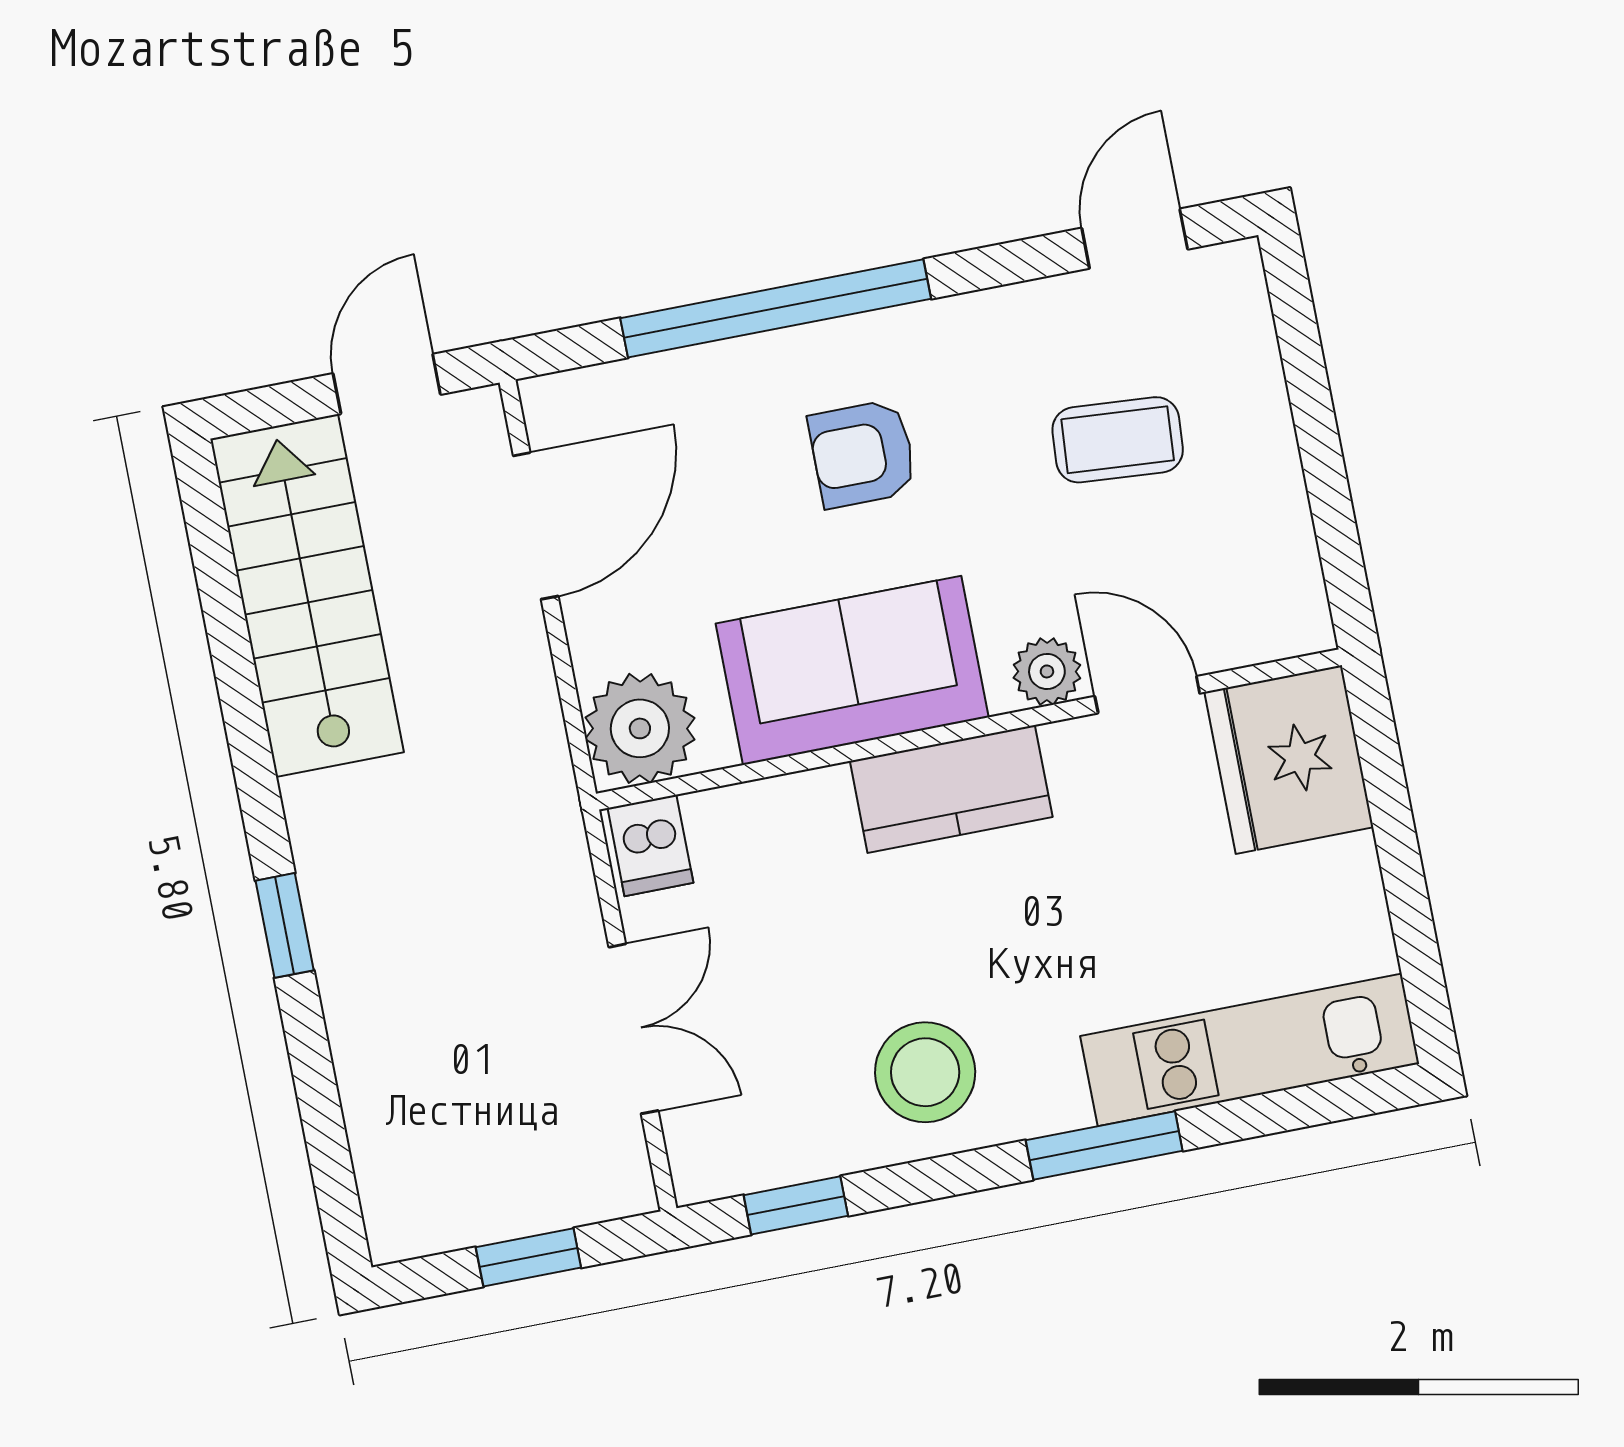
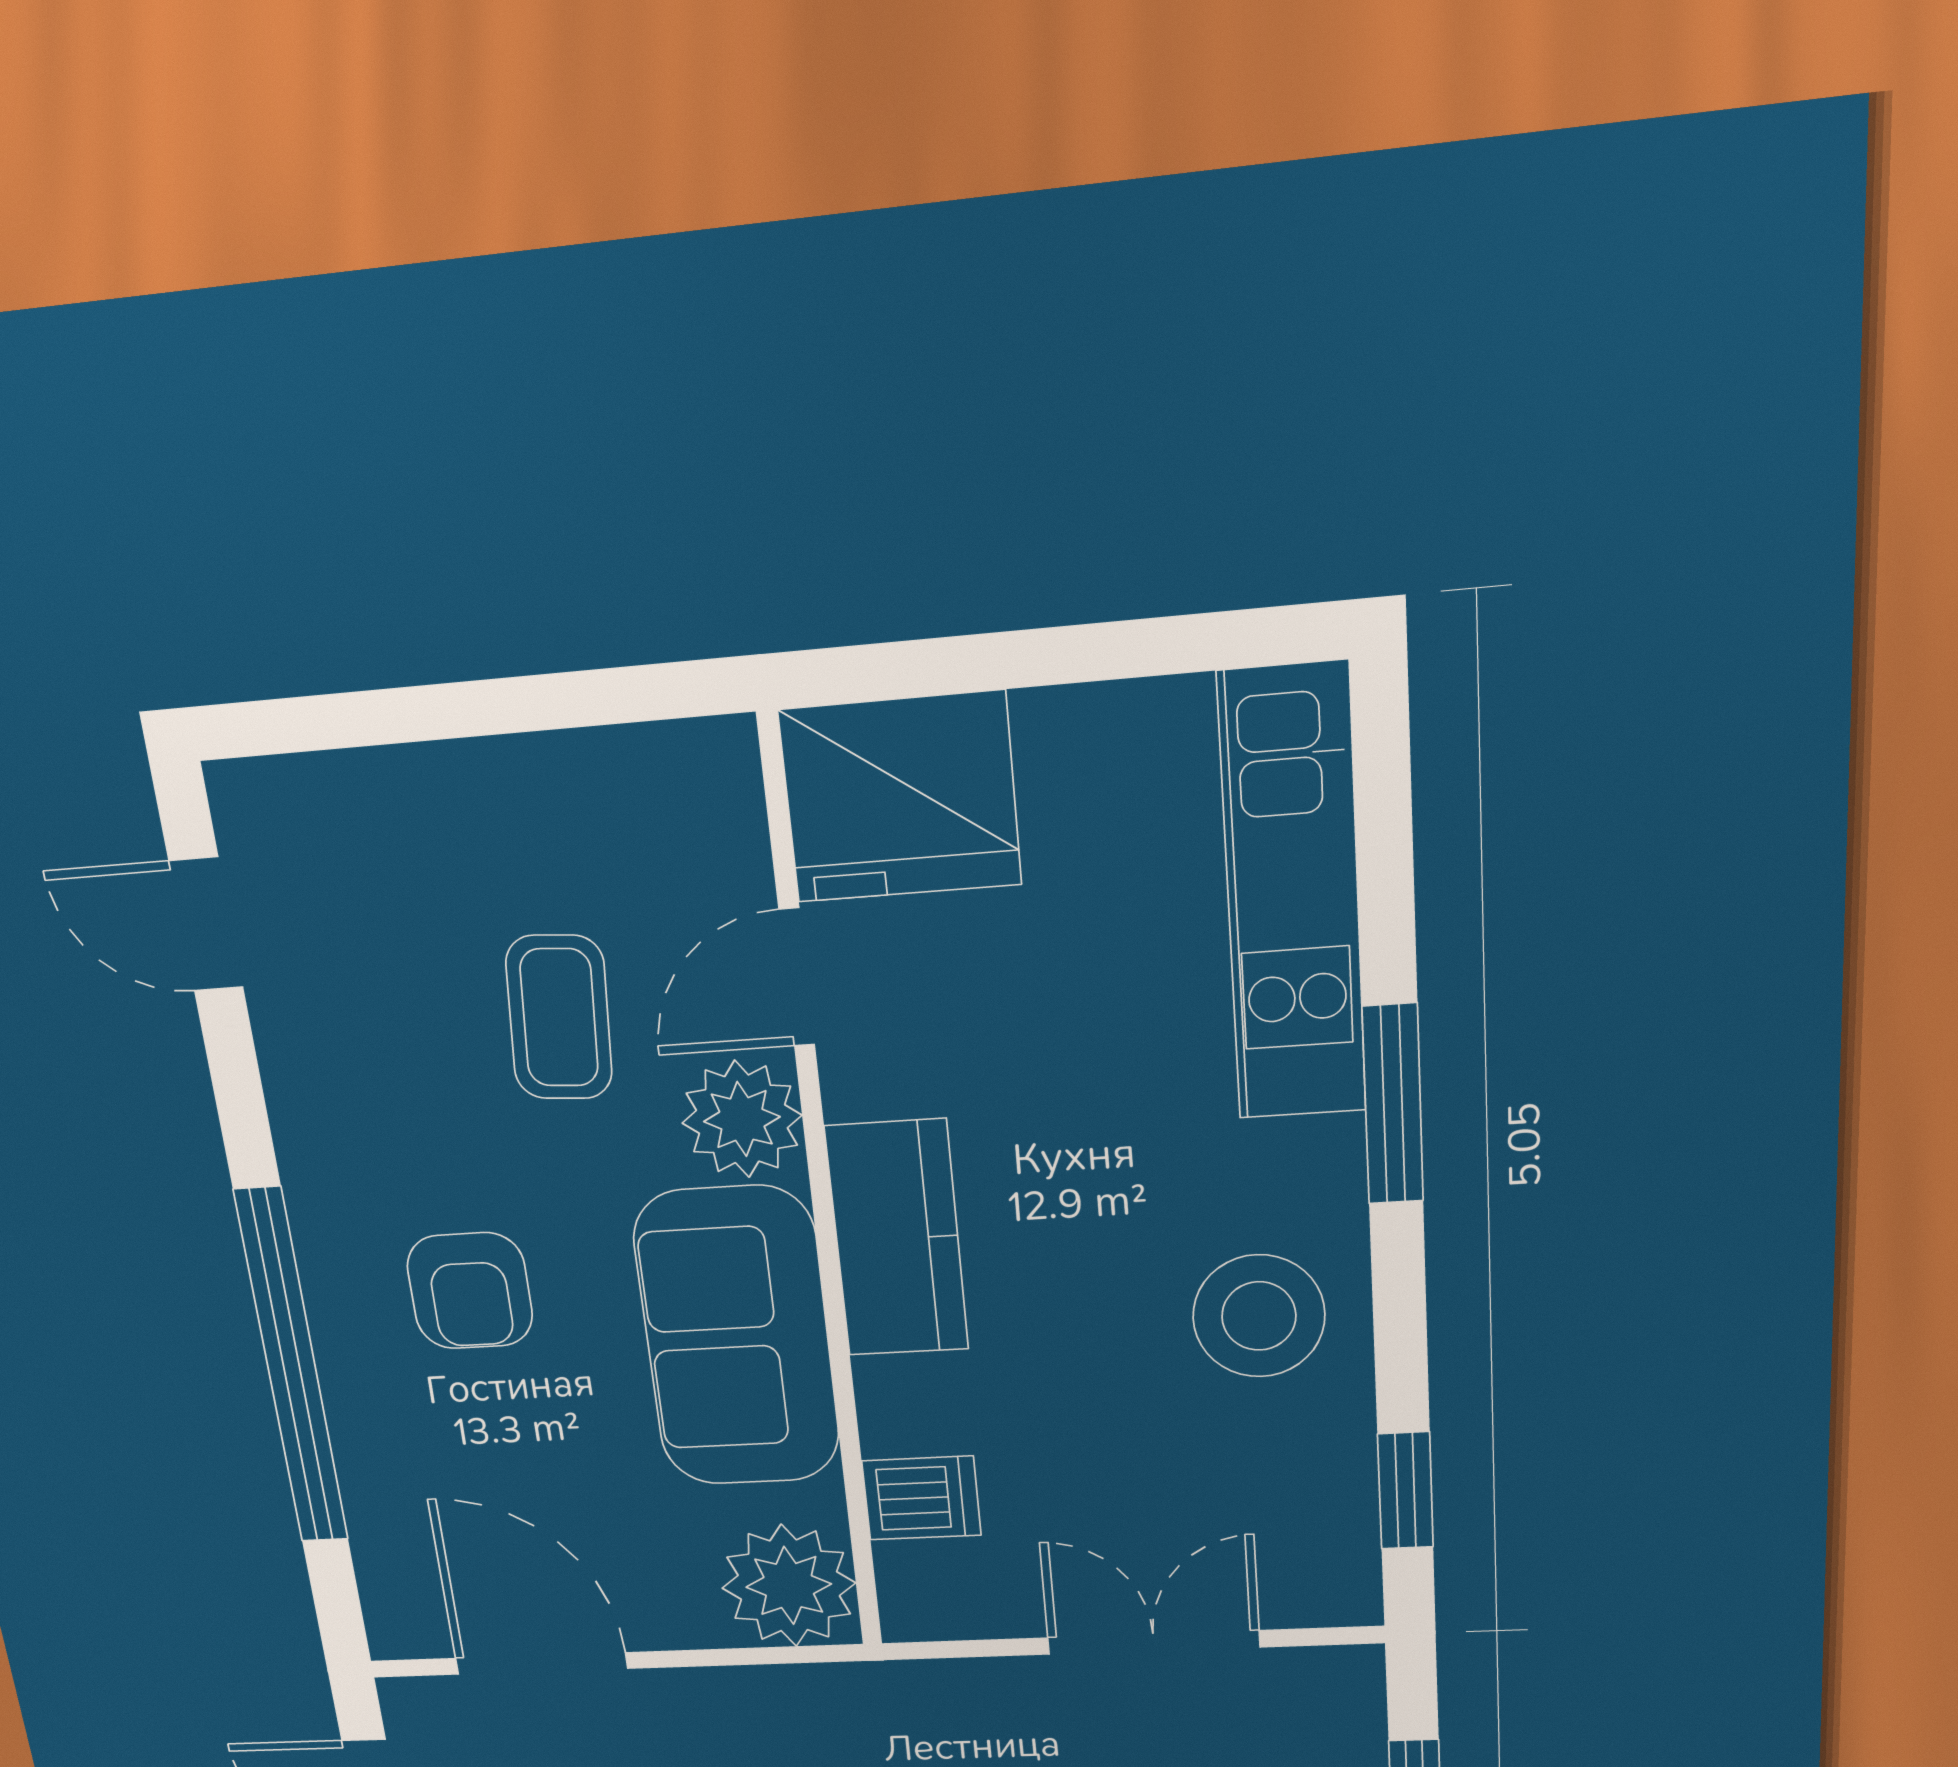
coffee table: (1118, 440) -> (559, 1018), moved
plant: (1047, 671) -> (742, 1119), width x1.38, depth x1.38
dishwasher: (650, 845) -> (921, 1498), moved

